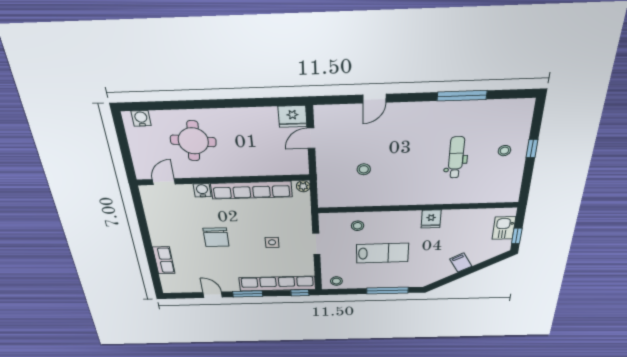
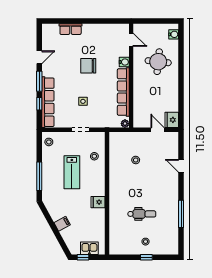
window: (300, 293) -> (39, 104), moved

